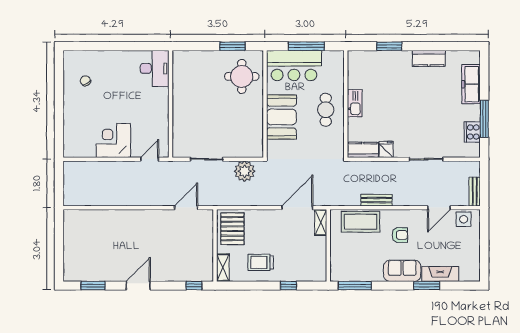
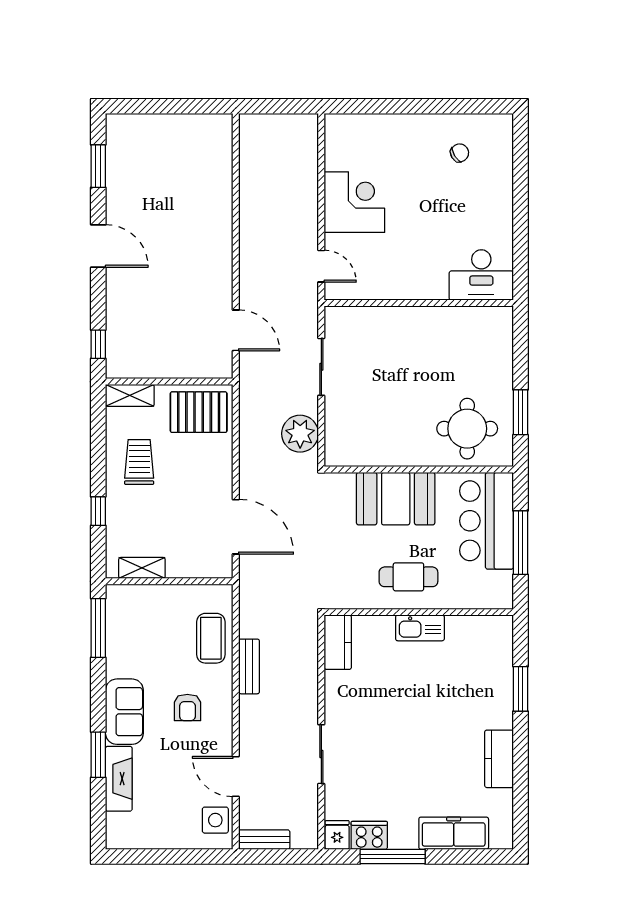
fridge: (386, 149) -> (337, 835), moved, turned -90
shelving: (321, 222) -> (142, 568), moved
coffee table: (361, 222) -> (211, 638), width x0.73, depth x0.76

